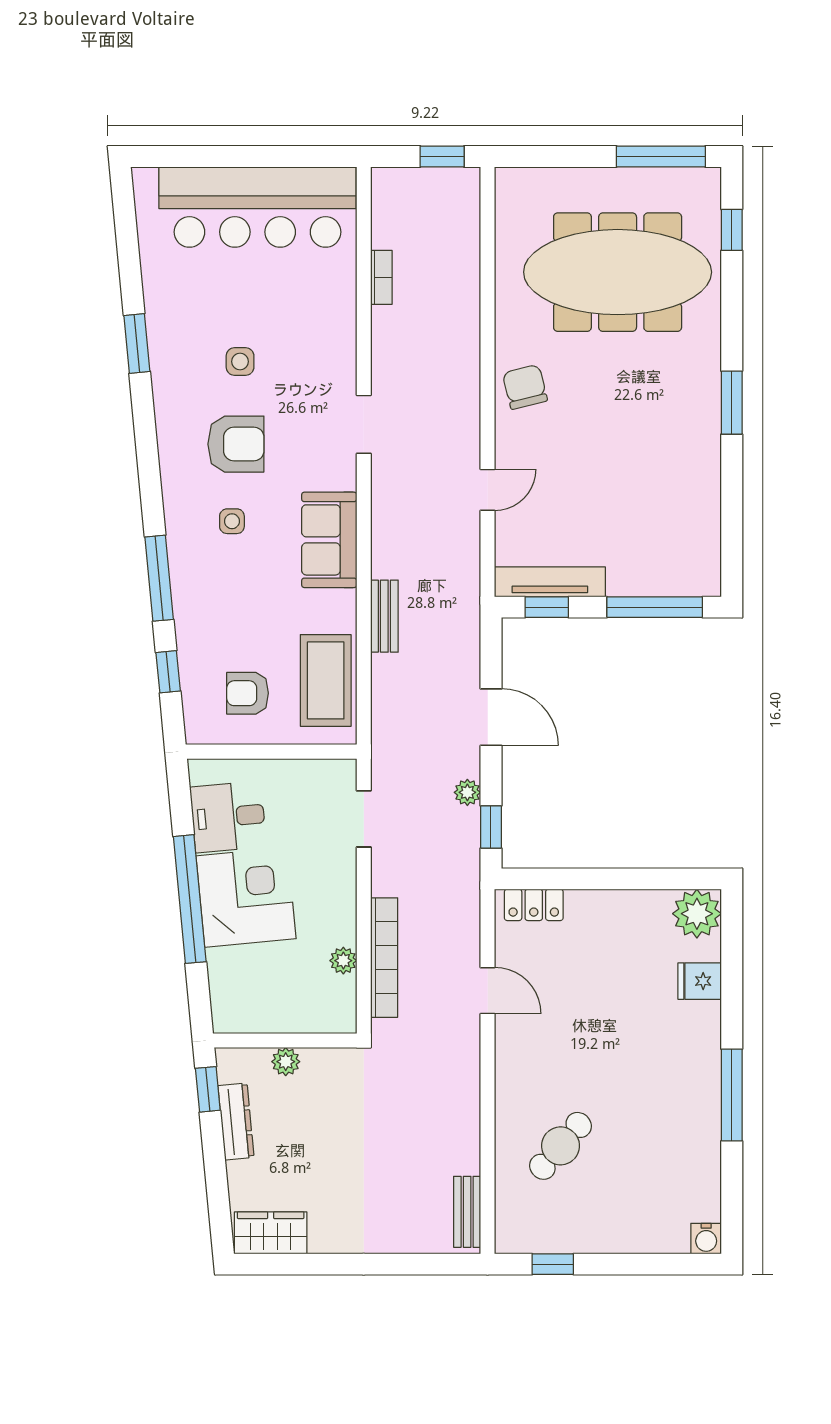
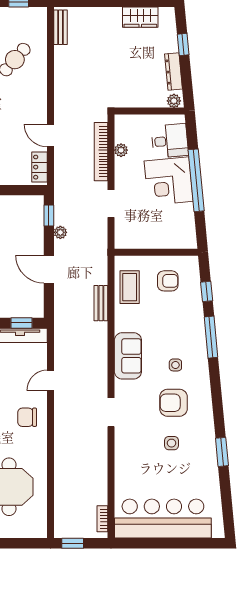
bookcase: (381, 277) -> (102, 519), moved
chair: (525, 387) -> (27, 417), moved, turned 104
bench: (384, 616) -> (101, 303), moved
coffee table: (326, 680) -> (130, 287), width x0.73, depth x0.76
desk: (228, 817) -> (170, 141), moved
doorway: (364, 819) -> (111, 204), moved
locker: (534, 905) -> (39, 167), moved, turned -90
plant: (286, 1062) -> (174, 101), moved
window: (208, 1089) -> (183, 44), moved
wardrobe: (271, 1233) -> (140, 17), moved

